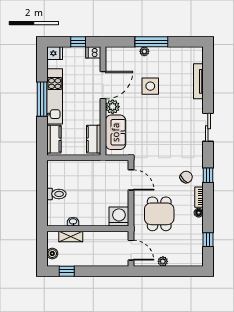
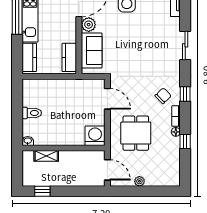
washbasin: (73, 222) -> (28, 141), moved
window: (208, 240) -> (185, 141), moved
boiler: (52, 254) -> (28, 173), removed

